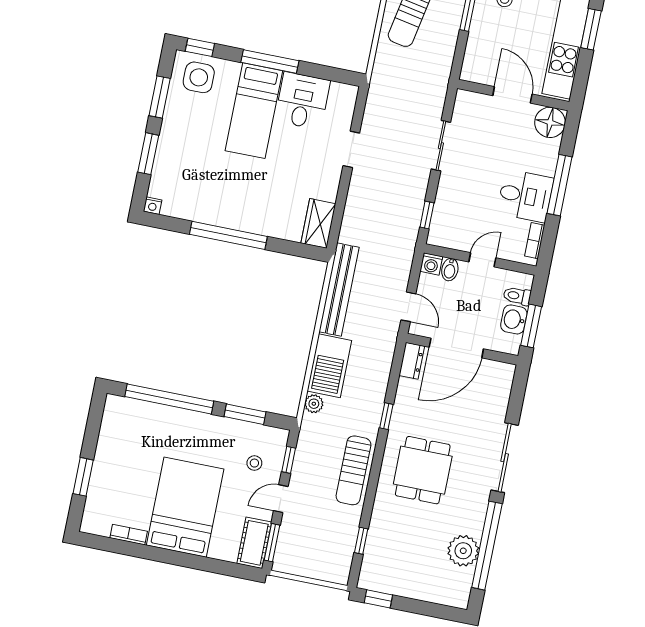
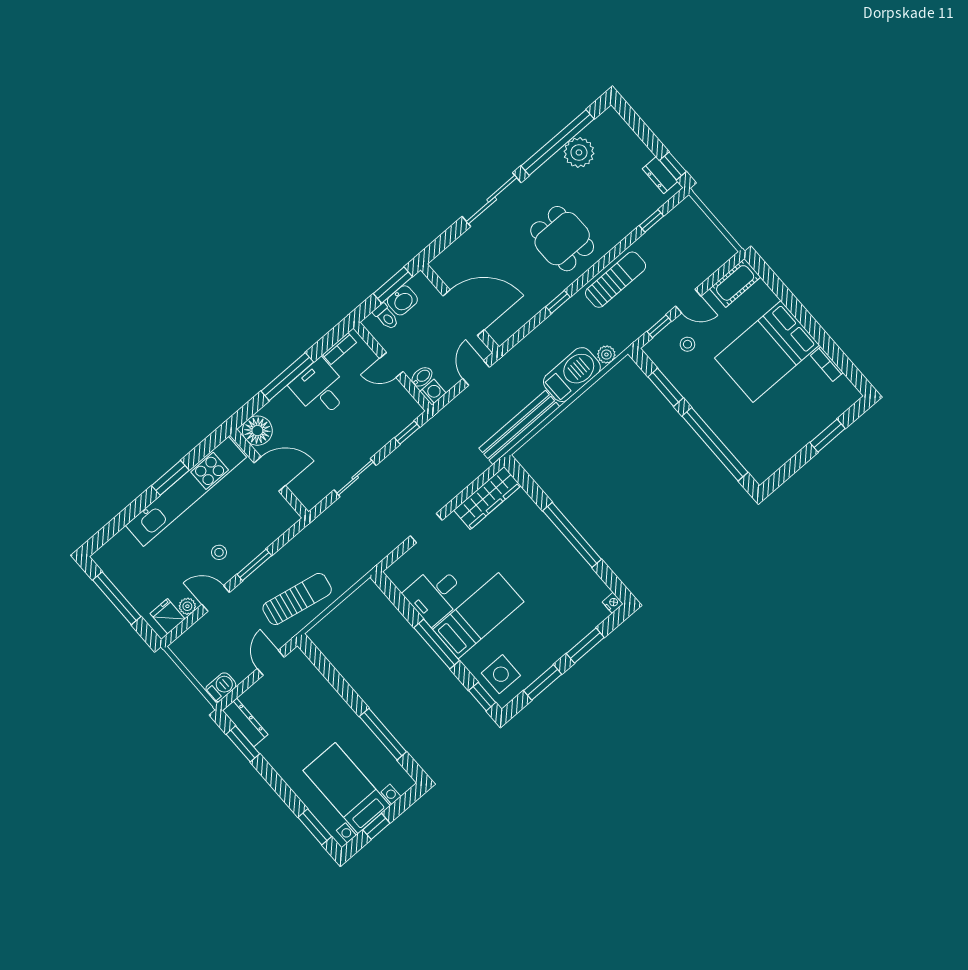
door: (512, 95) -> (270, 474), swing flipped
wardrobe: (318, 223) -> (487, 498), width x1.50
dresser: (412, 361) -> (660, 175), moved, turned -90
dining table: (423, 470) -> (562, 239), turned 90
window: (272, 543) -> (721, 273), removed

